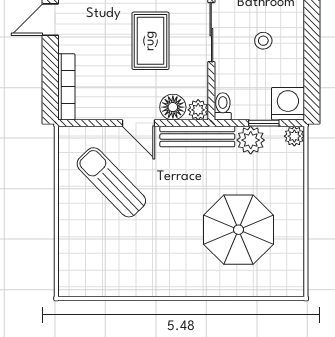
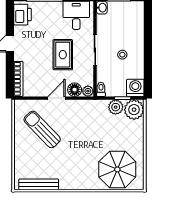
door: (138, 123) -> (56, 98), swing flipped
plant: (294, 136) -> (134, 110), width x1.87, depth x1.87
bench: (197, 137) -> (39, 184), moved
parasol: (239, 230) -> (117, 169), moved

